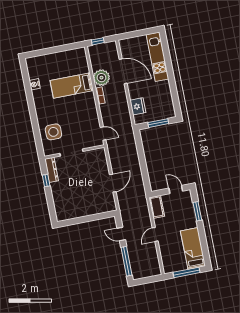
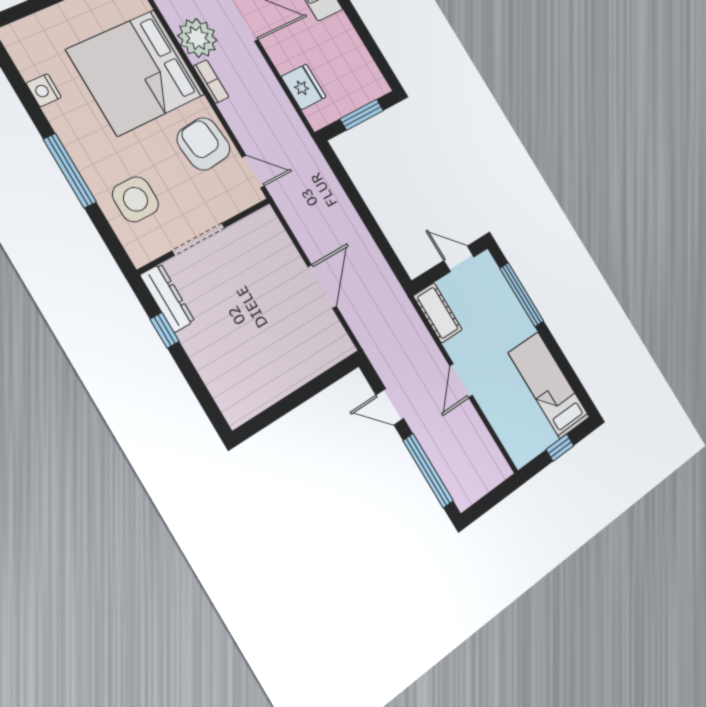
bed: (72, 85) -> (136, 72), width x2.04
window: (33, 116) -> (70, 171), added
armchair: (88, 118) -> (204, 144), added
window: (197, 211) -> (522, 295), width x1.44
window: (186, 272) -> (560, 448), width x0.46

